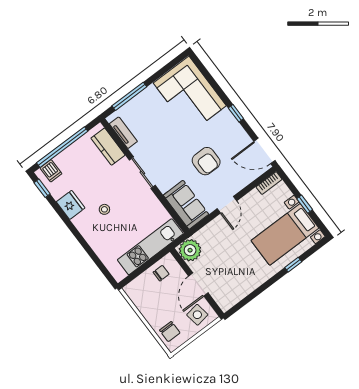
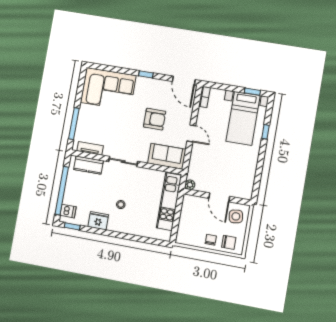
door: (264, 151) -> (184, 81), hinge flipped
window: (305, 204) -> (252, 92), moved
plant: (190, 250) -> (190, 185), width x0.53, depth x0.53
chair: (161, 273) -> (211, 240), moved

